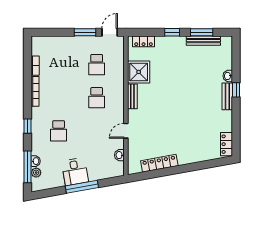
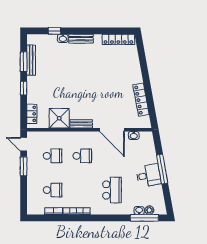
school desk: (59, 65) -> (53, 190), added
window: (236, 90) -> (55, 31), moved
window: (28, 126) -> (108, 218), removed
school desk: (59, 131) -> (112, 190), width x1.85
door: (126, 131) -> (112, 130), width x1.87
locker: (227, 144) -> (118, 39), width x1.53

